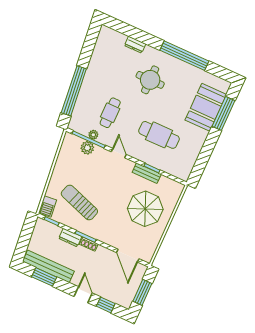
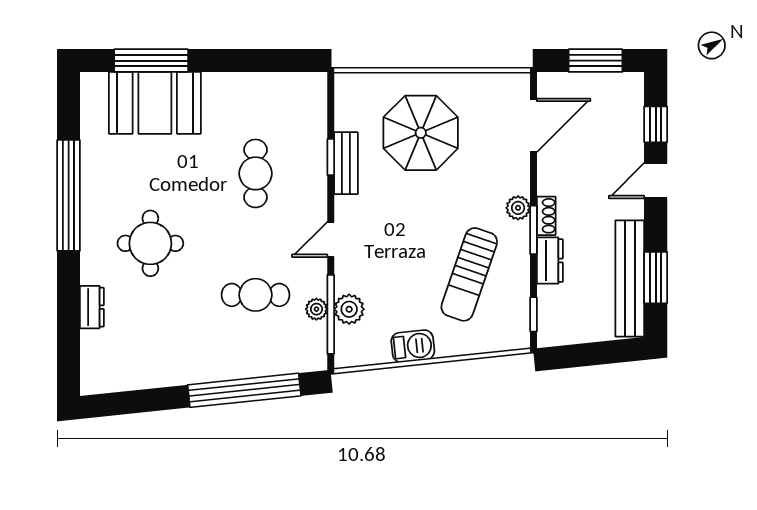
cafe table: (159, 135) -> (256, 173), width x0.73, depth x0.74
barbecue: (48, 206) -> (413, 346), moved
plant: (97, 234) -> (518, 208), added

